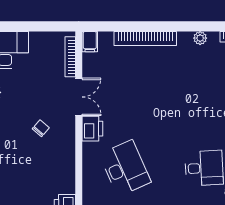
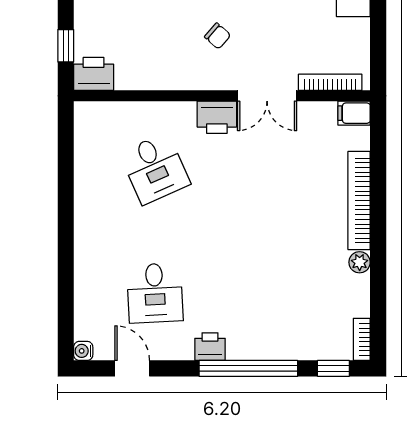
plant: (200, 38) -> (360, 262), moved
desk: (125, 168) -> (155, 169), width x0.73

